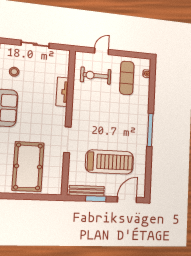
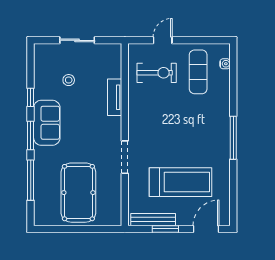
stool: (14, 72) -> (69, 80), moved
exercise bike: (96, 76) -> (157, 73), turned 180

